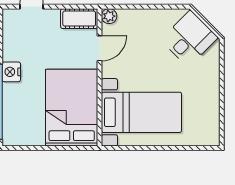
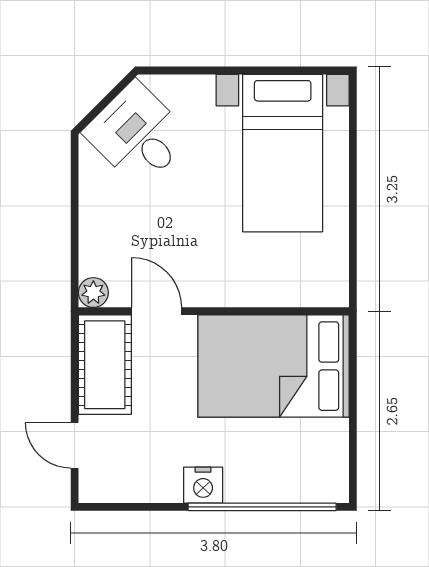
cot: (79, 19) -> (105, 365), width x1.37, depth x1.34
bed with nightstands: (141, 112) -> (283, 153), moved, turned 180

